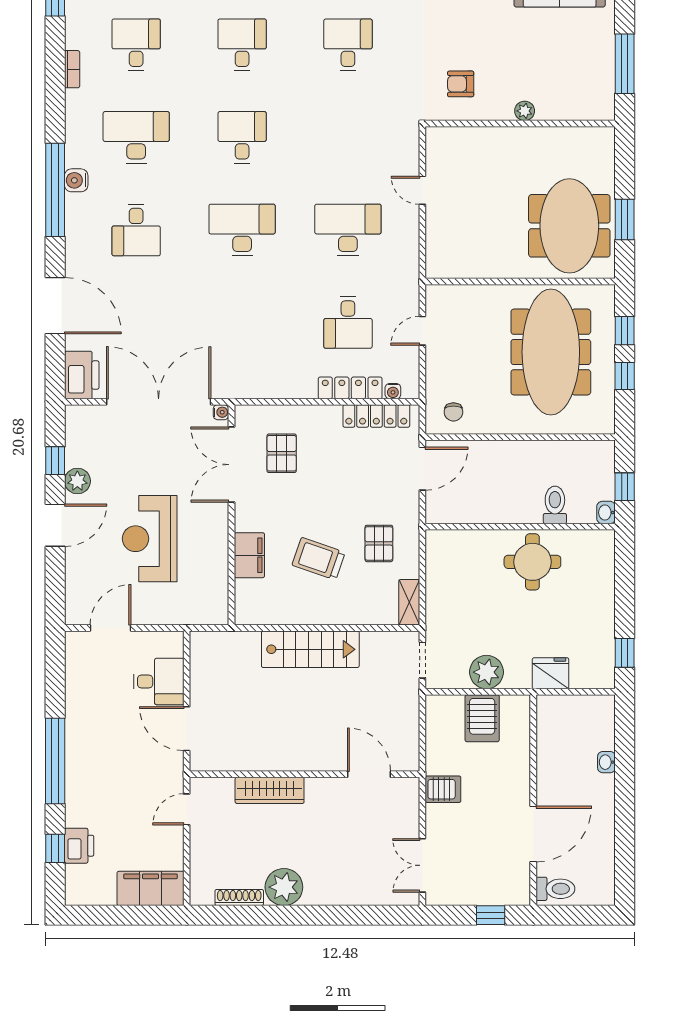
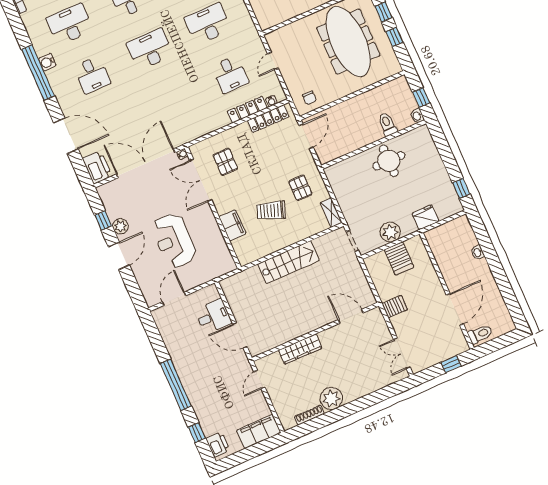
printer: (79, 846) -> (218, 444), moved

